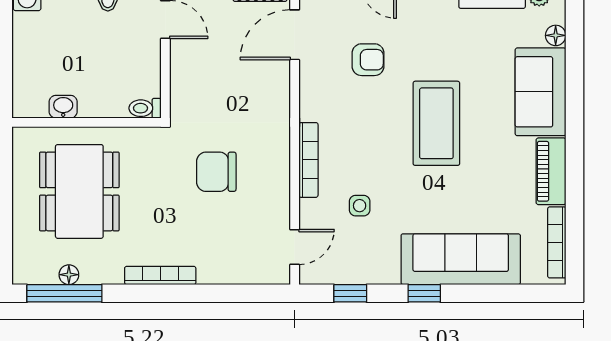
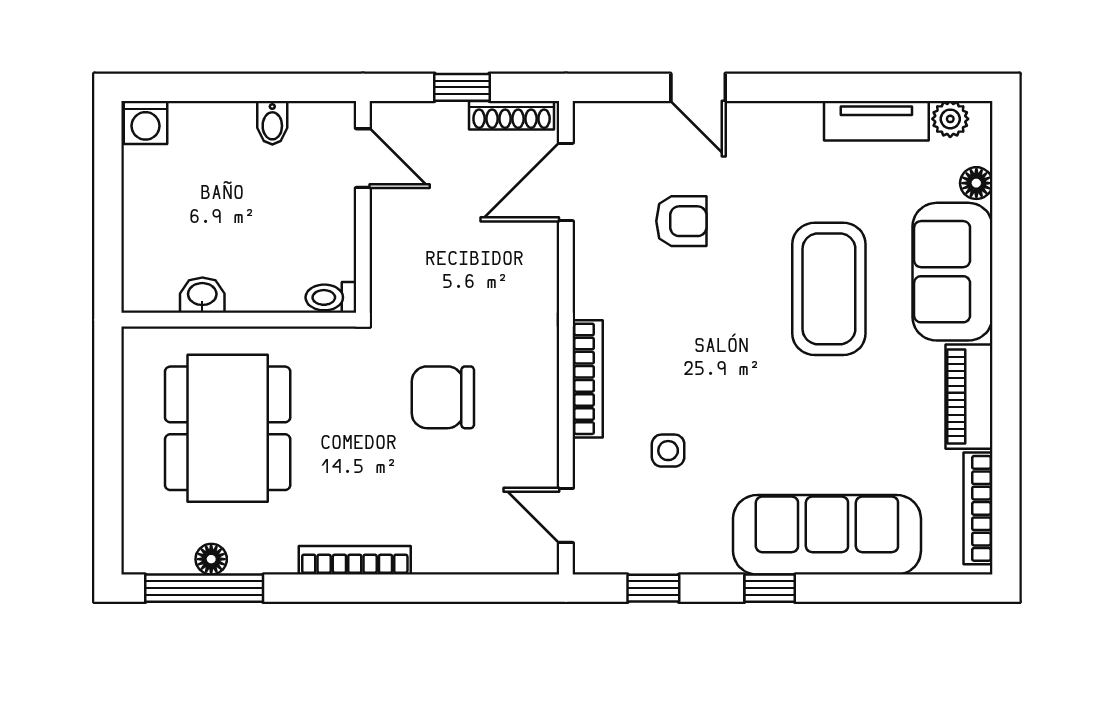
coffee table: (436, 123) -> (829, 289), moved
door: (295, 247) -> (566, 515), swing flipped

